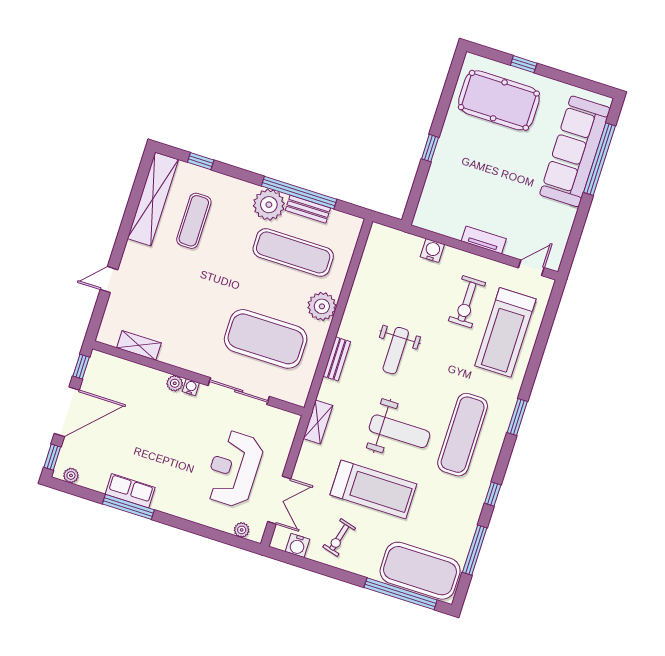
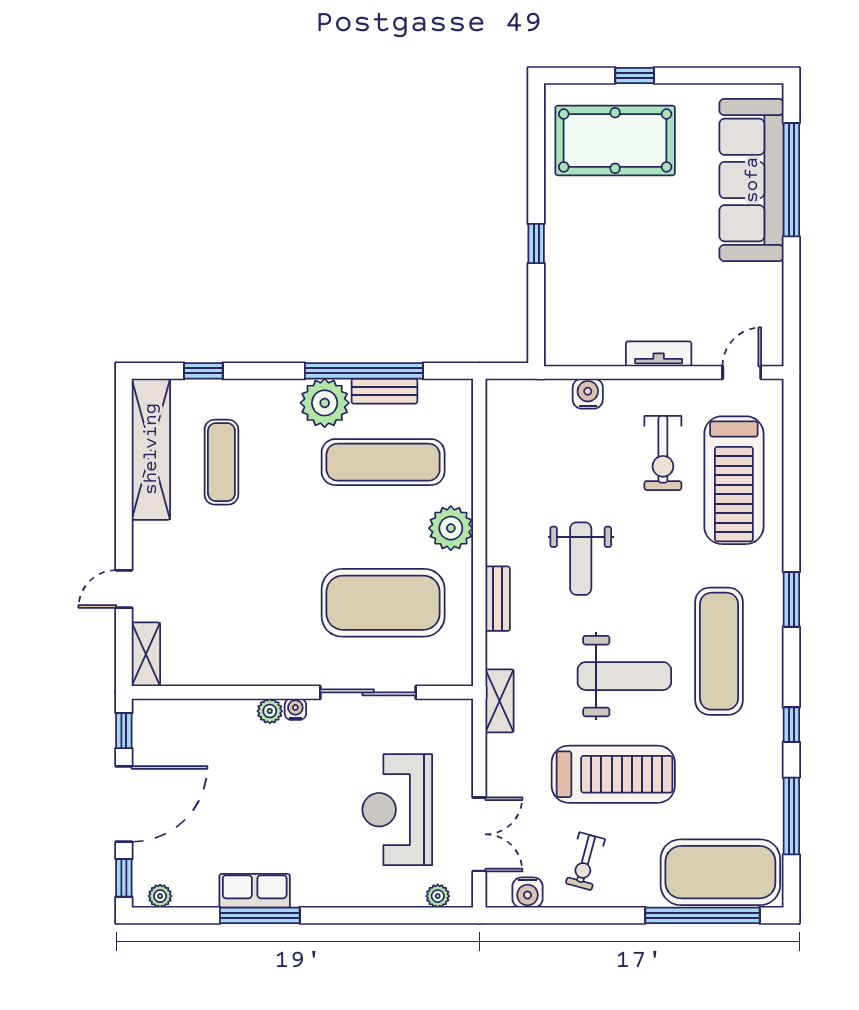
shelving: (139, 345) -> (146, 654), moved, turned 90

